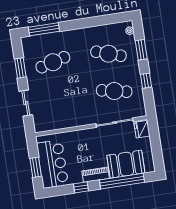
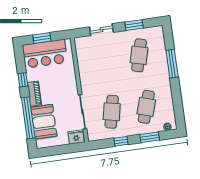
window: (44, 29) -> (172, 64), moved
cafe table: (53, 62) -> (139, 55), turned 30

